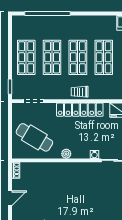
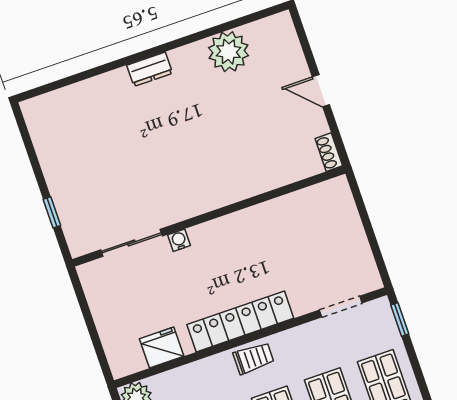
cafe table: (34, 137) -> (314, 233), removed
plant: (66, 154) -> (237, 222), removed
door: (10, 198) -> (321, 91), hinge flipped

